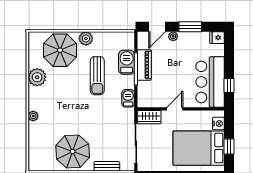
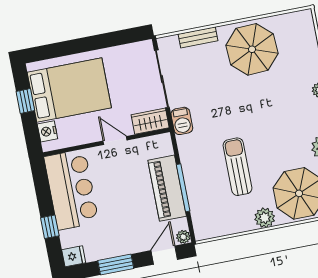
plant: (173, 36) -> (183, 237), moved
barbecue: (127, 62) -> (199, 195), removed
piano: (144, 65) -> (167, 188), width x1.37, depth x1.33
window: (229, 85) -> (50, 227), moved
barbecue: (128, 98) -> (182, 121), moved
door: (175, 109) -> (115, 141), swing flipped

